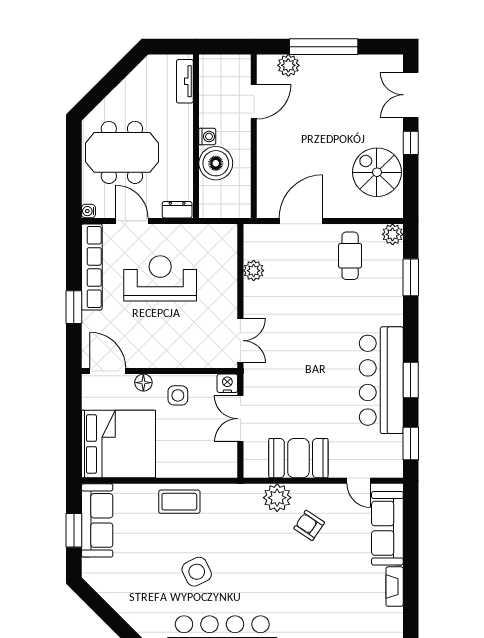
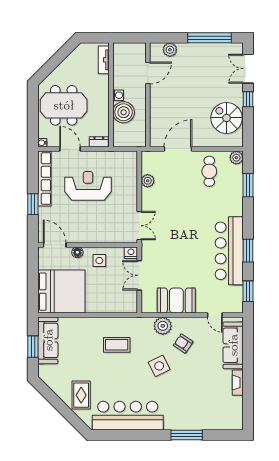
window: (324, 47) -> (210, 38), moved
coffee table: (179, 502) -> (117, 345), moved
side table: (197, 572) -> (159, 366), moved
rug: (149, 606) -> (81, 395), added

